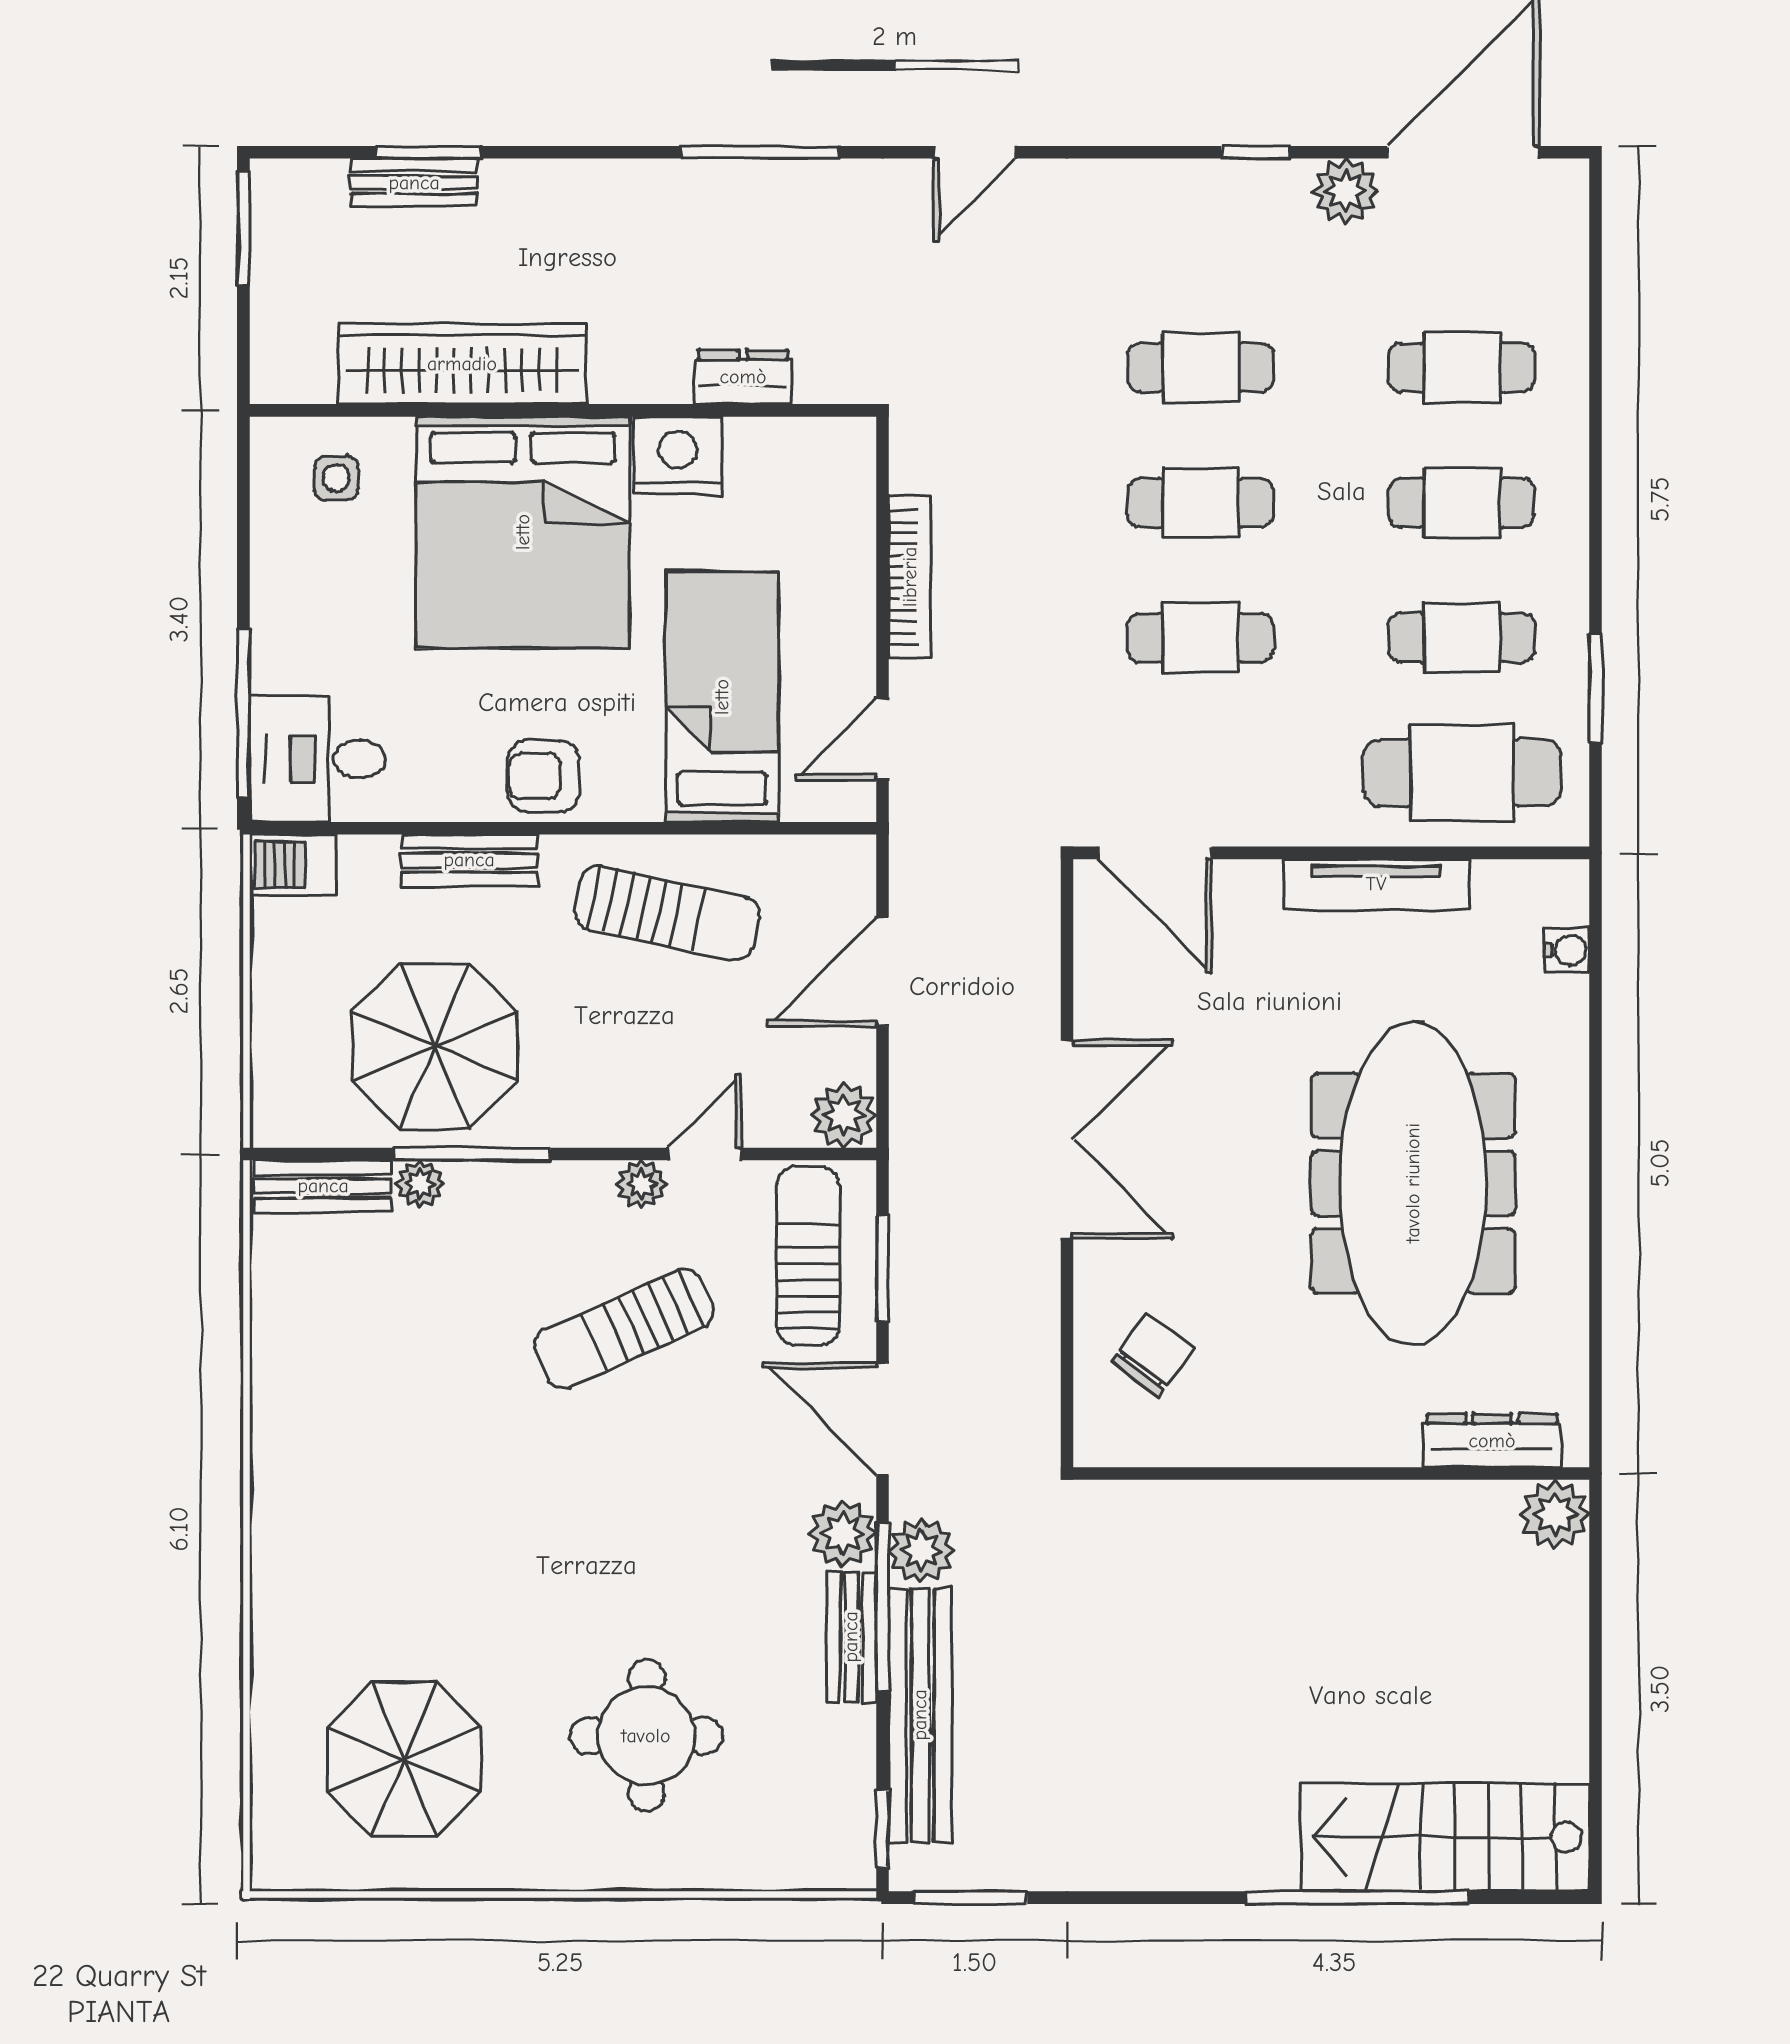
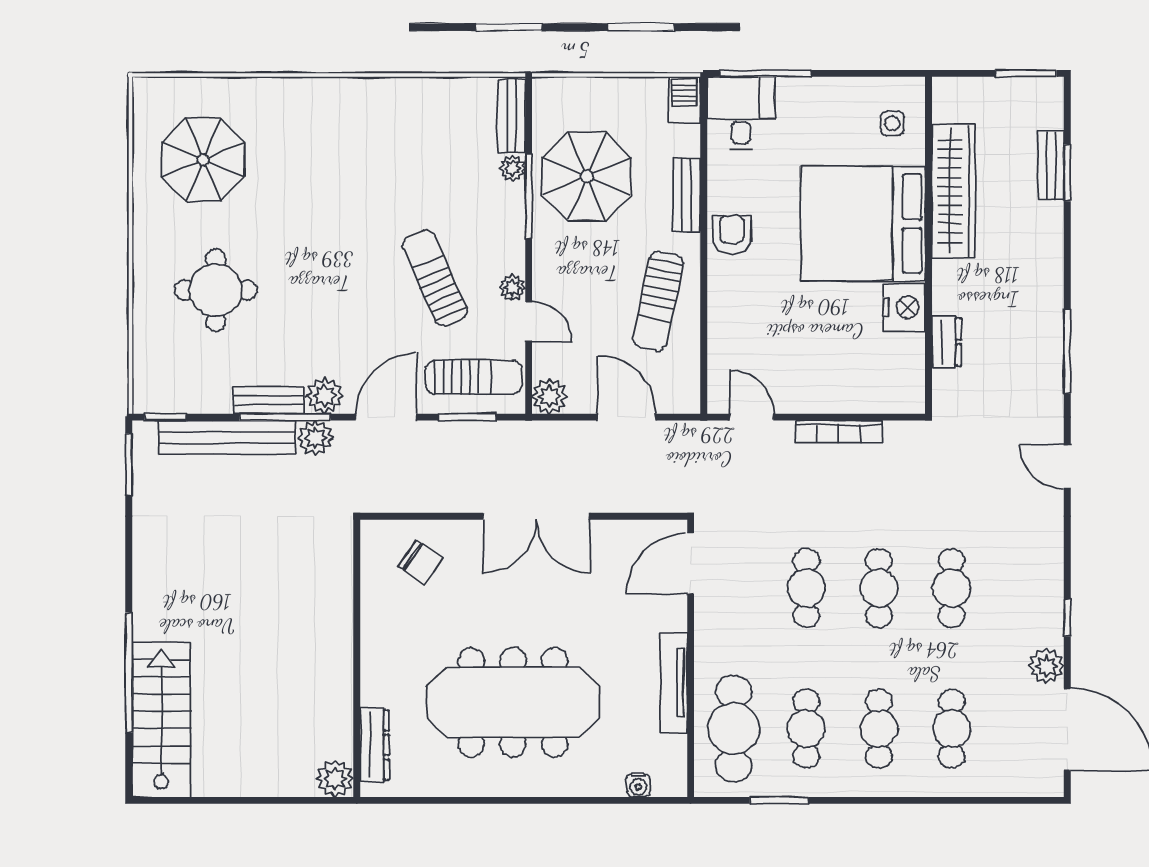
bed: (722, 697) -> (774, 331), removed

